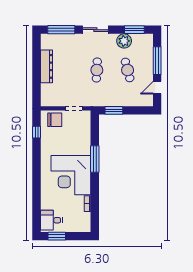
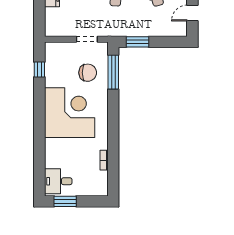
chair: (55, 120) -> (88, 73), moved
window: (95, 159) -> (113, 72), moved
corner desk: (71, 175) -> (70, 113), moved, turned 180

